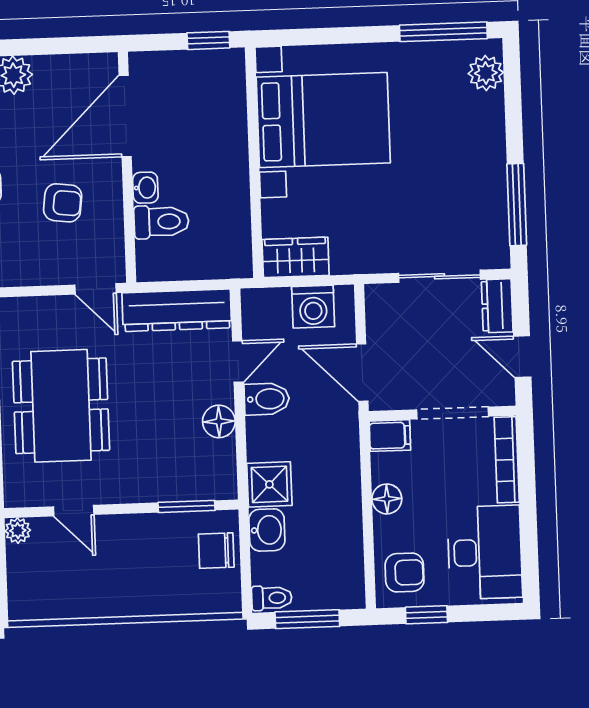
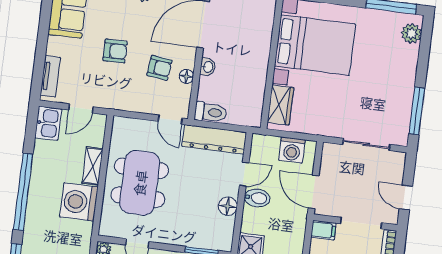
floor lamp: (111, 210) -> (186, 76), added
toilet: (161, 222) -> (211, 112), moved
wardrobe: (296, 257) -> (280, 105), moved, turned 90
dresser: (497, 306) -> (396, 167), removed

